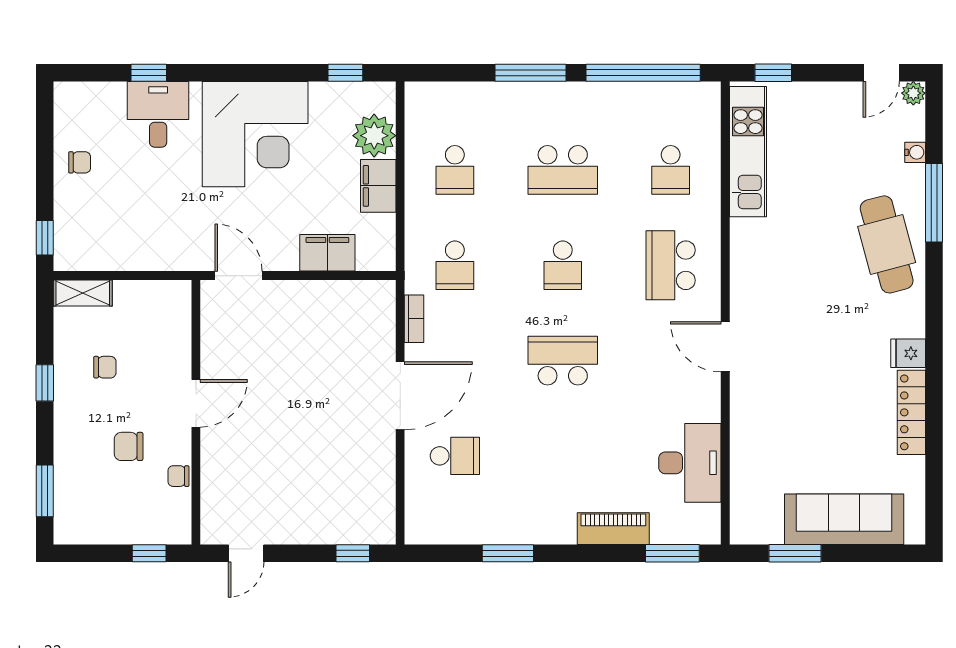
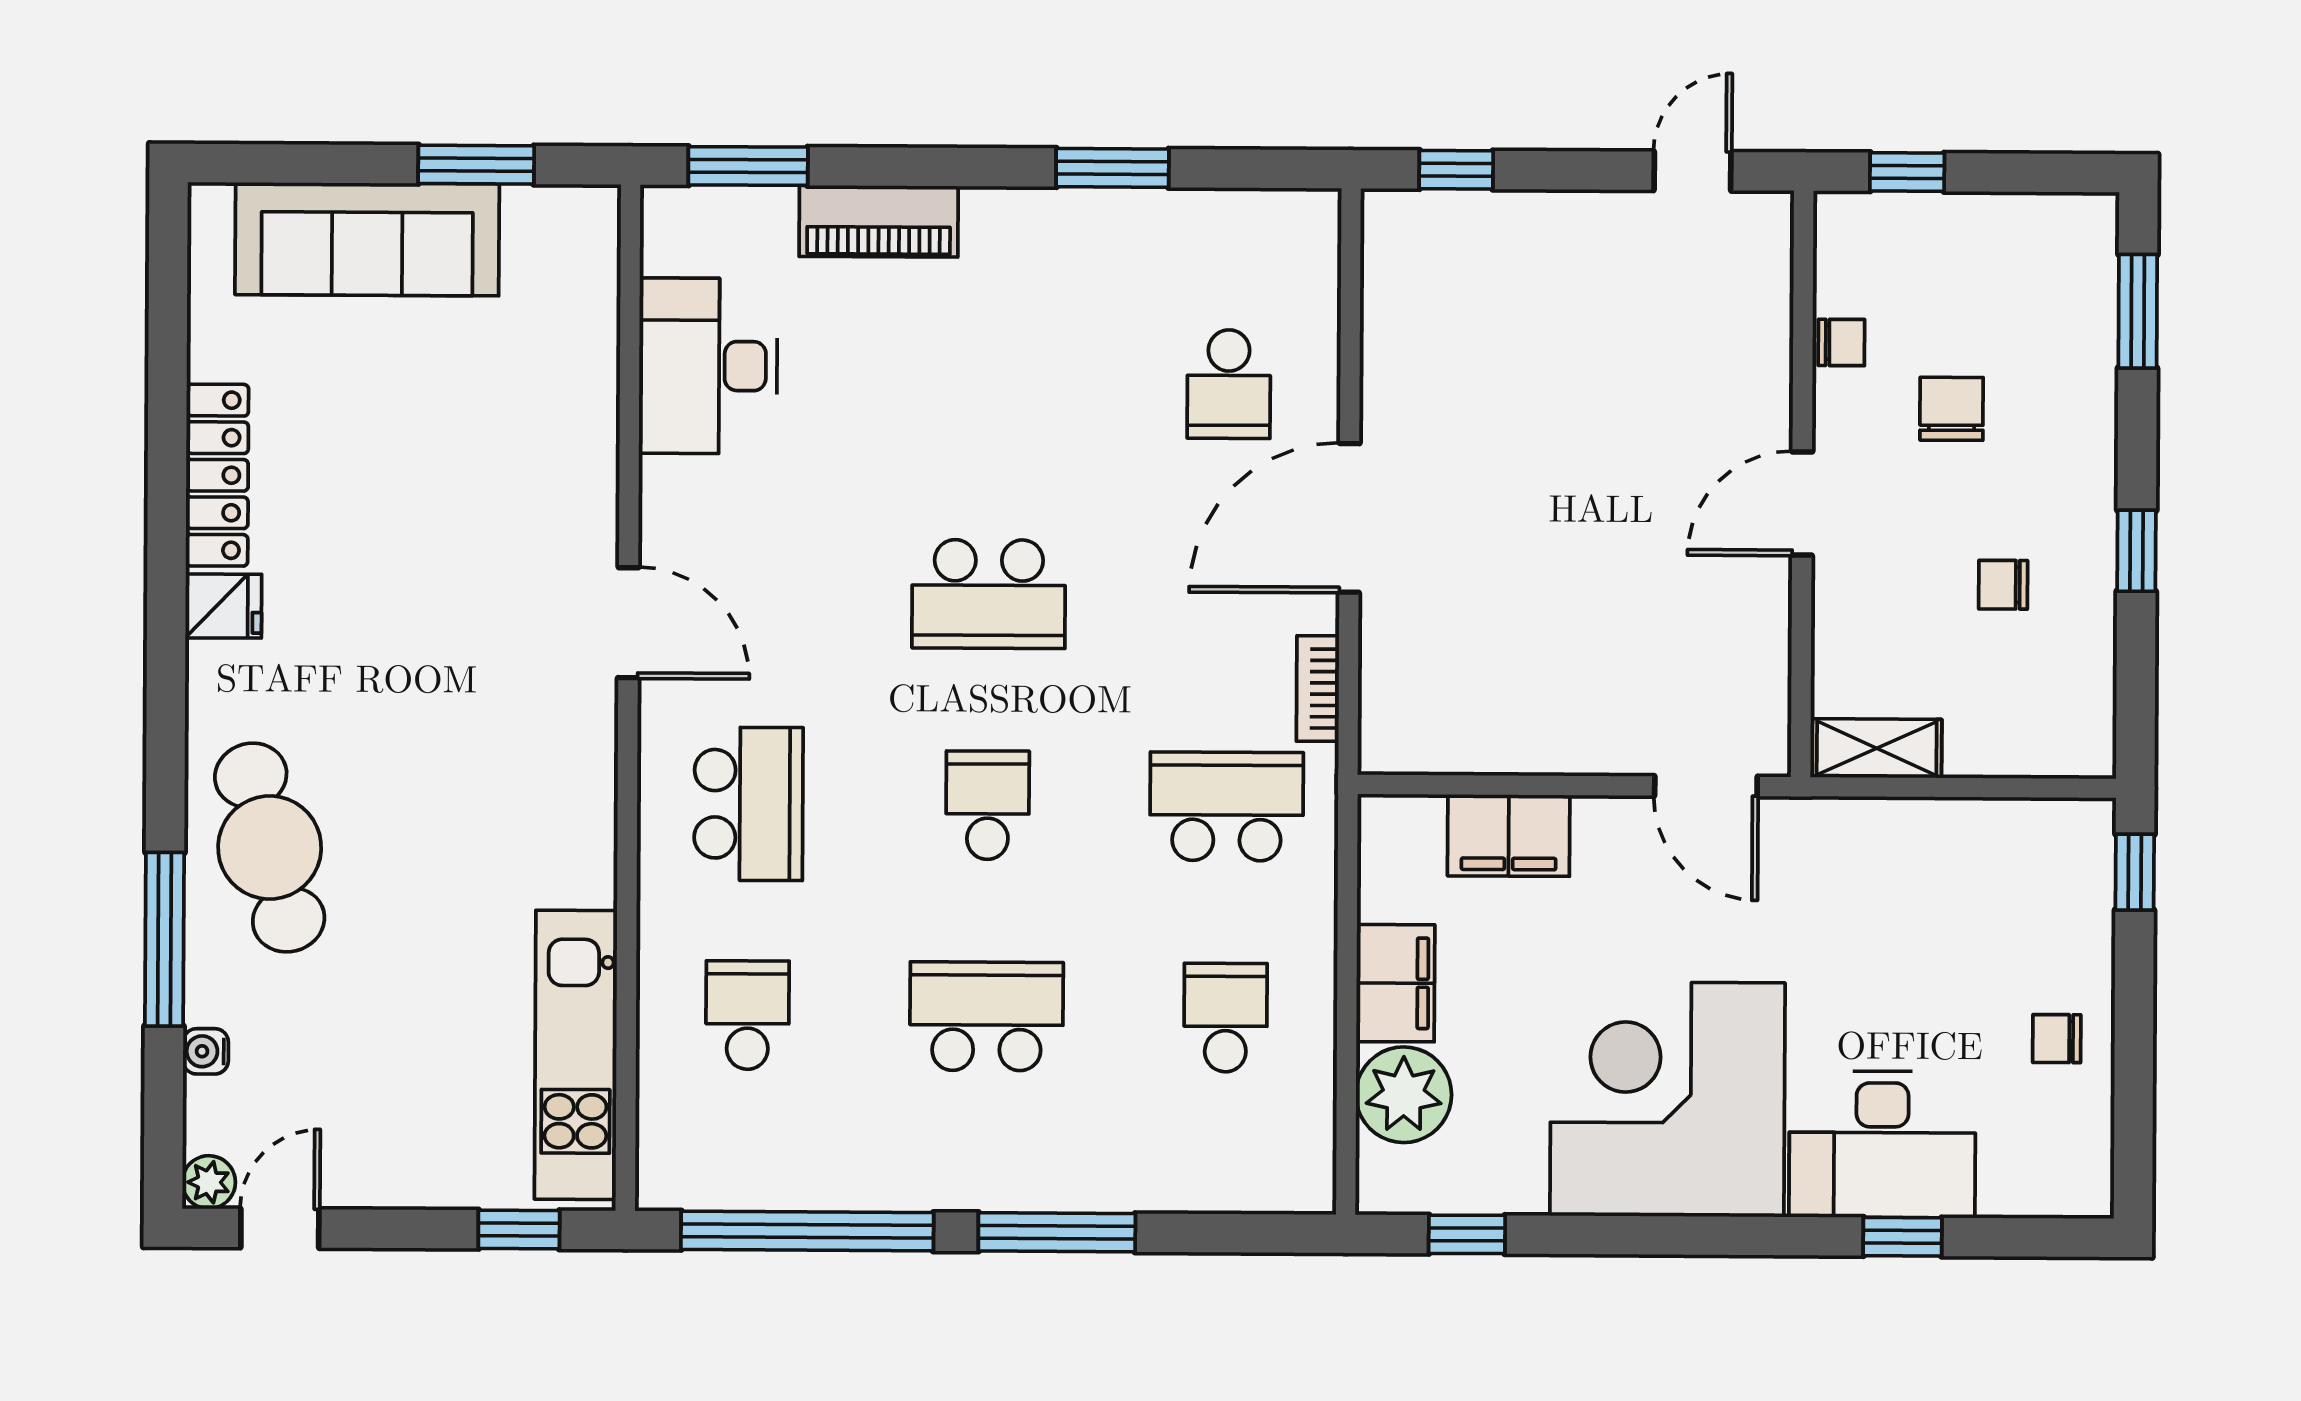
desk: (158, 114) -> (1882, 1144), width x1.37
school desk: (455, 265) -> (1227, 806), width x1.85
shelving: (83, 293) -> (1877, 748), moved
chair: (129, 446) -> (1952, 409), turned -90
school desk: (455, 456) -> (1229, 384), turned -90

